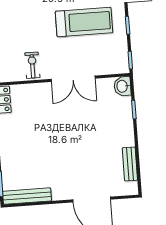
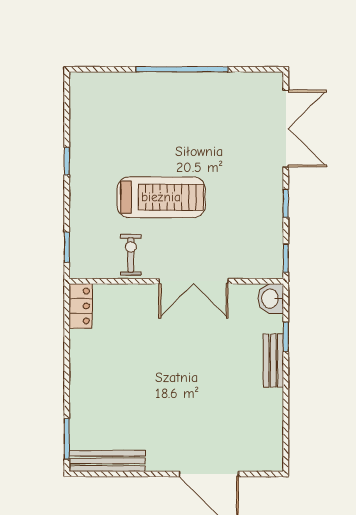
treadmill: (84, 22) -> (161, 197), moved
bench: (130, 164) -> (273, 361), moved

